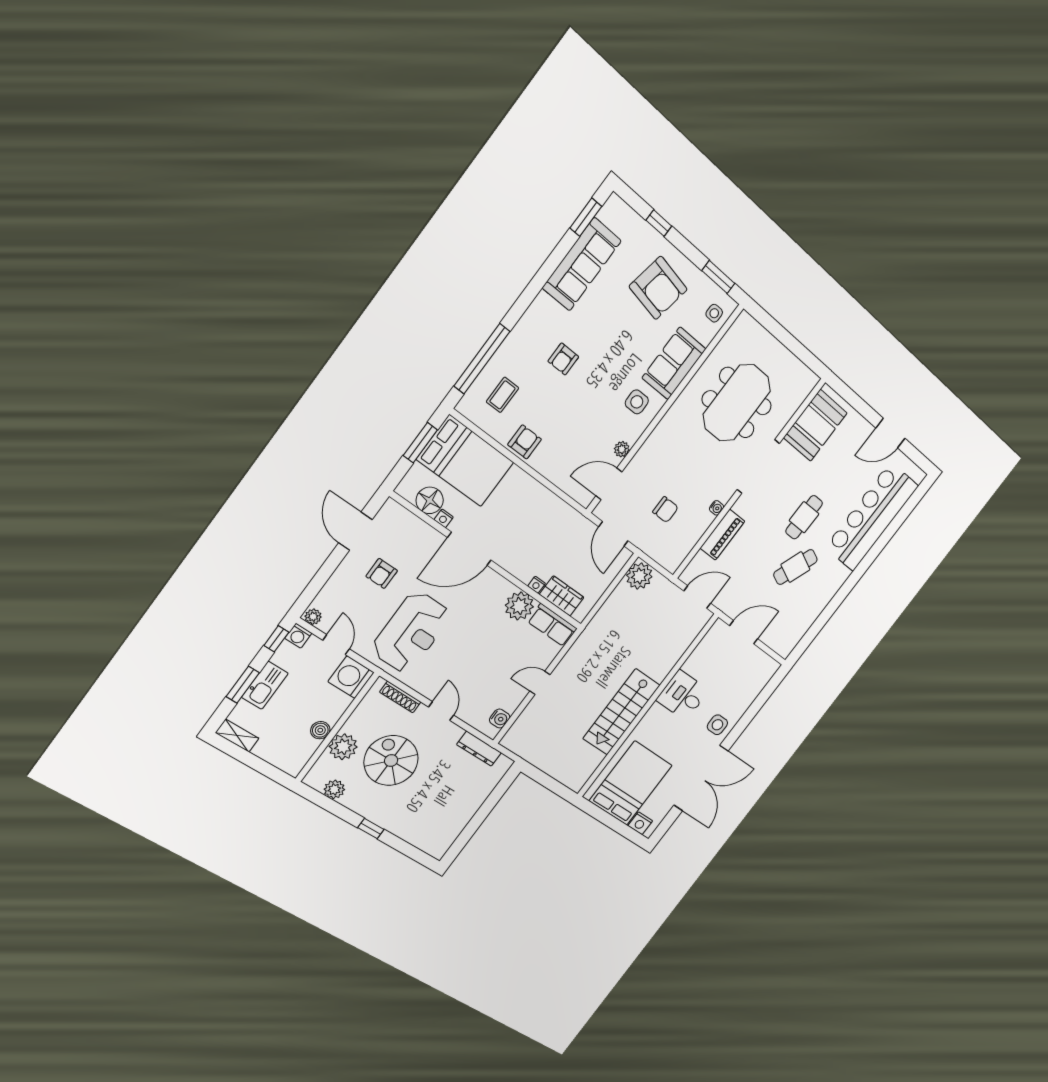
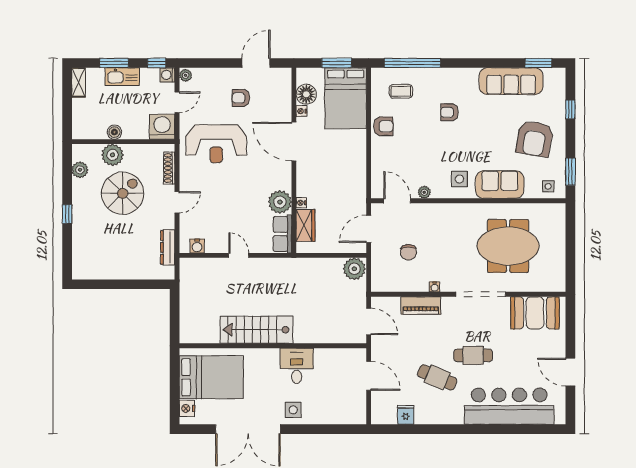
fridge: (803, 621) -> (406, 415), added

